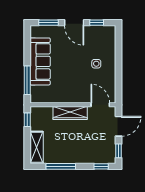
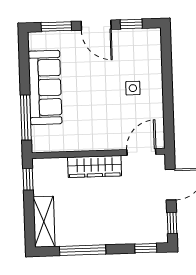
door: (100, 105) -> (141, 152), hinge flipped

